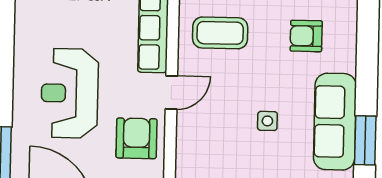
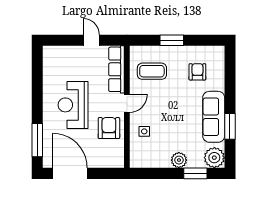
armchair: (306, 36) -> (197, 72), turned 90
side table: (267, 121) -> (144, 131), moved

